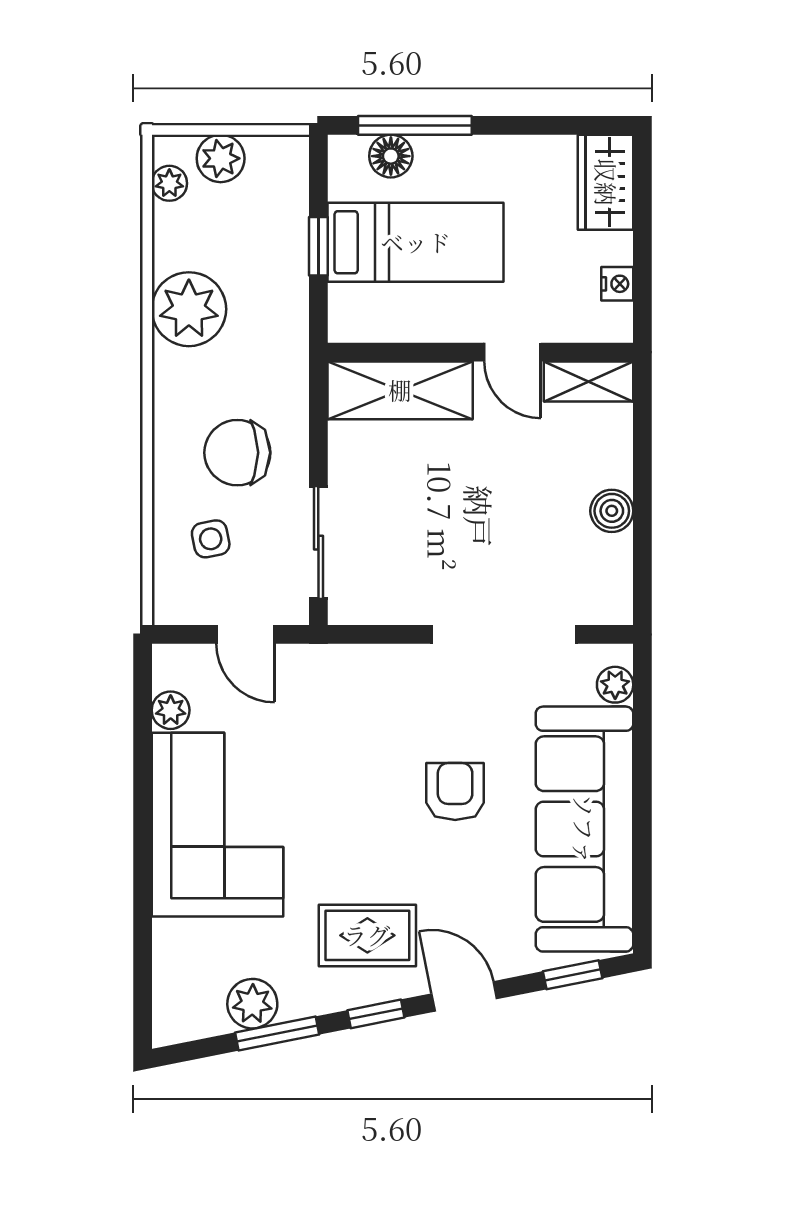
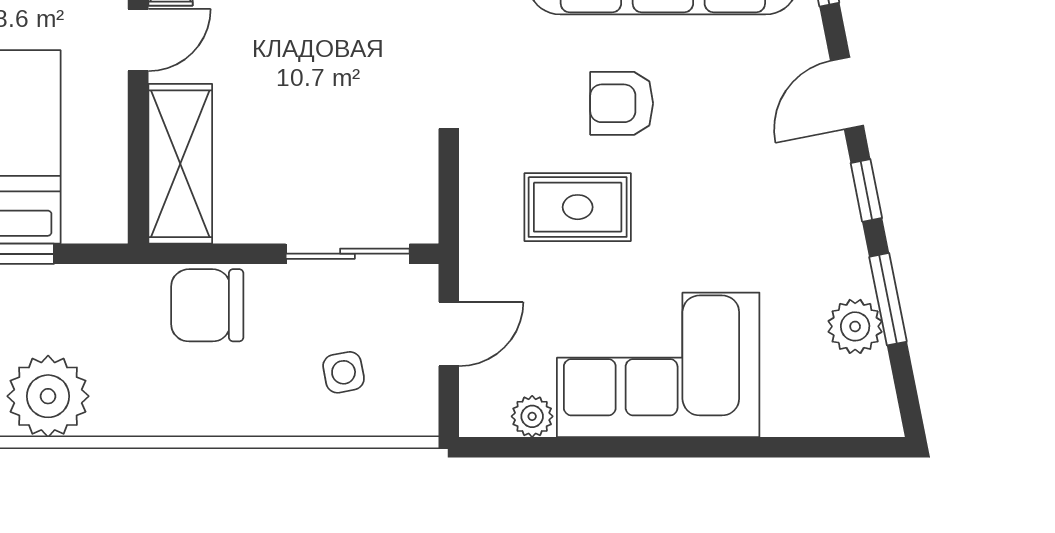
plant: (189, 309) -> (48, 396), moved
chair: (237, 453) -> (207, 305), moved, turned 90
rug: (367, 935) -> (578, 207), moved, turned 90

